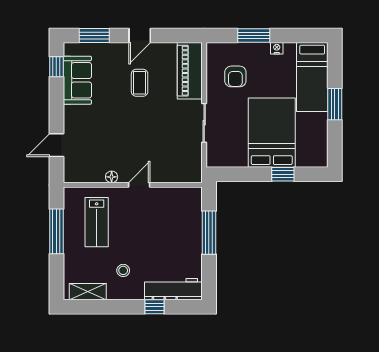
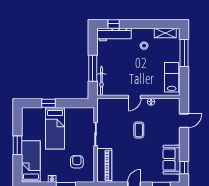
coffee table: (140, 83) -> (139, 130), moved
bed: (272, 133) -> (55, 128), width x0.67
bicycle: (194, 212) -> (101, 81), added
lab bench: (97, 222) -> (172, 77), moved
window: (56, 231) -> (184, 53), moved
window: (155, 307) -> (114, 24), moved

